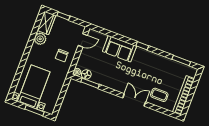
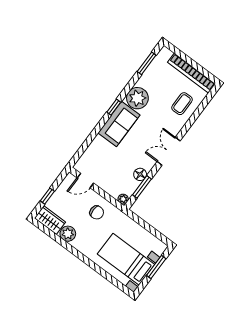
door: (83, 40) -> (85, 180), swing flipped
sofa: (120, 49) -> (119, 124), moved
plant: (154, 61) -> (137, 98), added
floor lamp: (86, 74) -> (140, 174), moved
double door: (134, 100) -> (169, 151), moved

